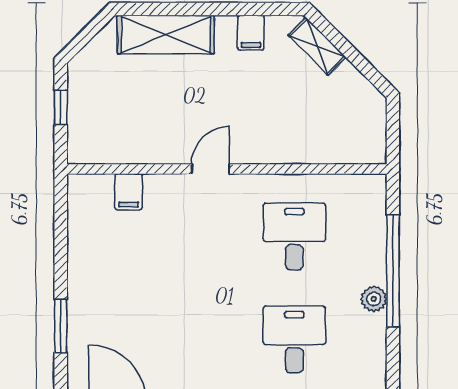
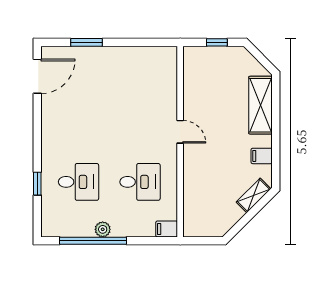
filing cabinet: (129, 192) -> (167, 229), moved
window: (393, 271) -> (93, 241), moved

